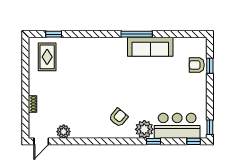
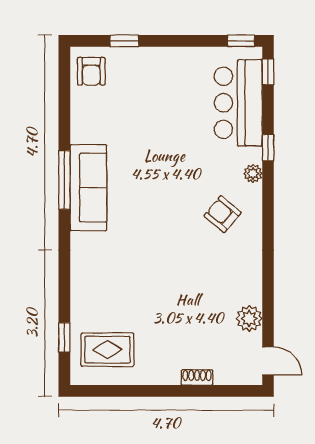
sofa: (150, 47) -> (88, 188), moved
armchair: (197, 65) -> (91, 71), moved
plant: (144, 129) -> (253, 173), width x0.53, depth x0.53

